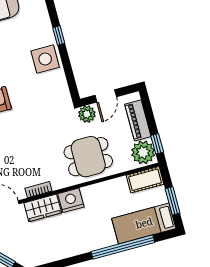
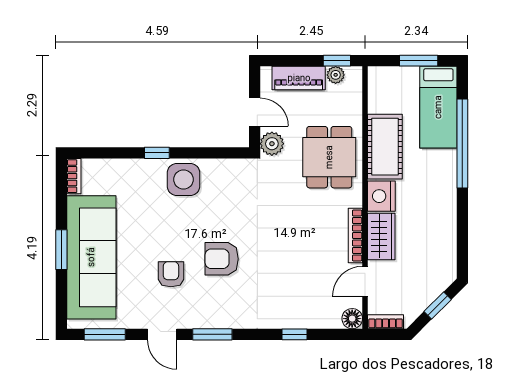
plant: (143, 152) -> (336, 75), width x0.53, depth x0.53
cot: (145, 180) -> (385, 147), moved, width x1.37, depth x1.34
bookcase: (38, 190) -> (355, 235), width x1.56

